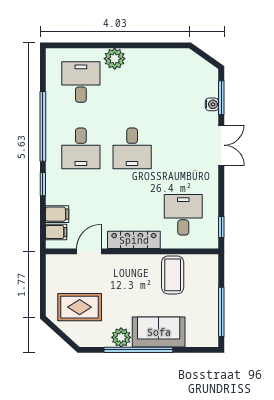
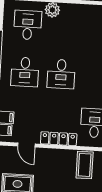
door: (89, 251) -> (26, 145), swing flipped

